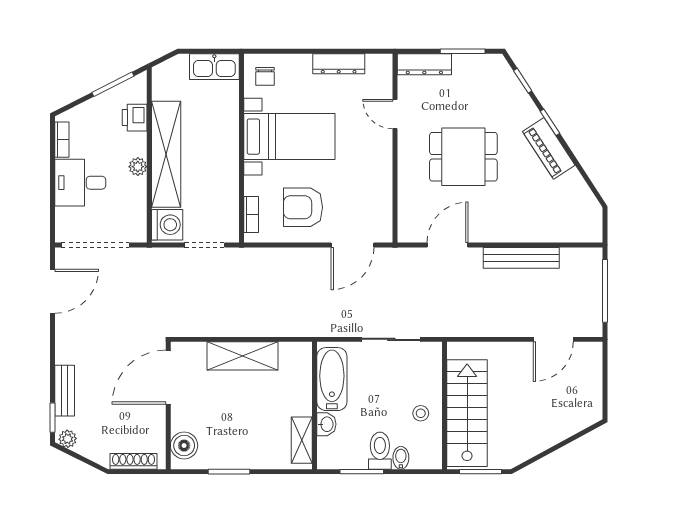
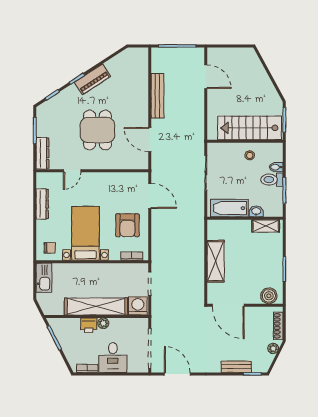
printer: (135, 118) -> (89, 325), moved
plant: (68, 439) -> (273, 348), moved

